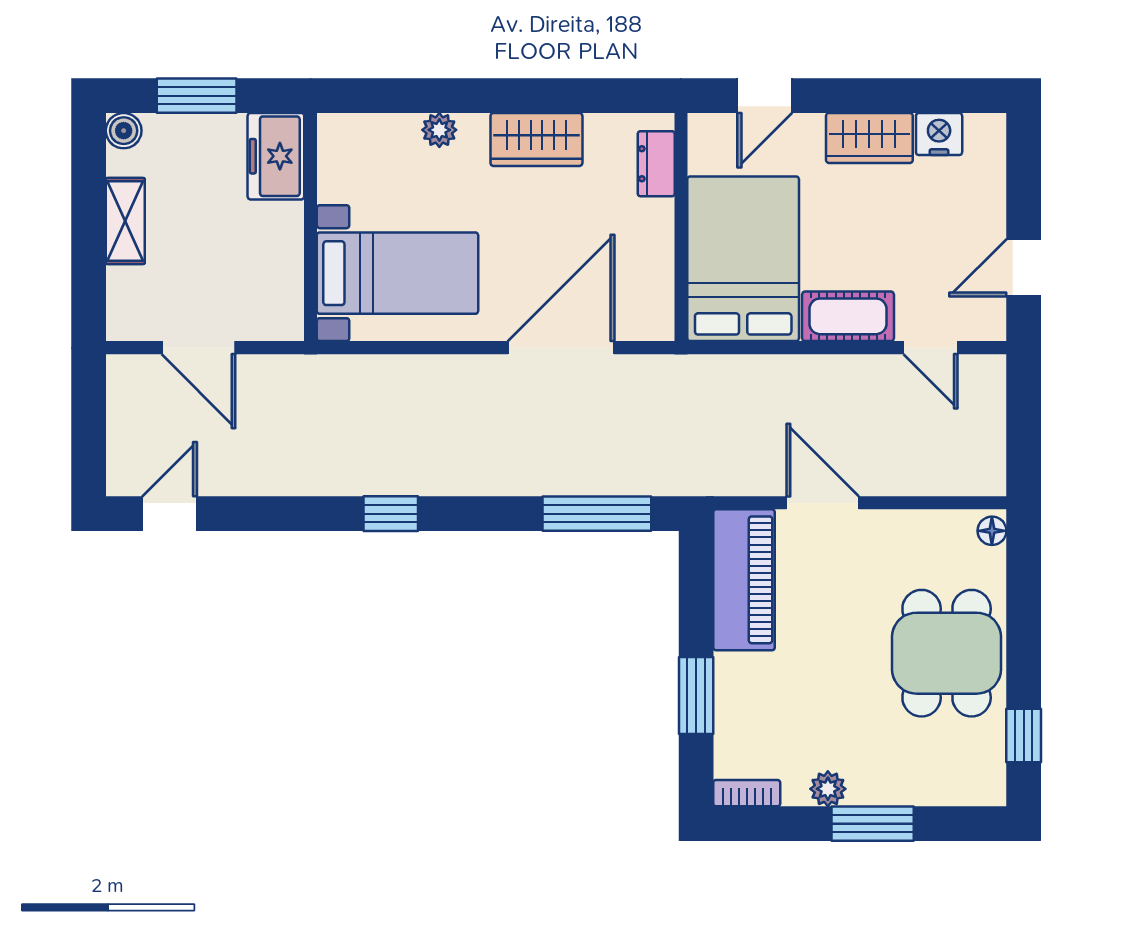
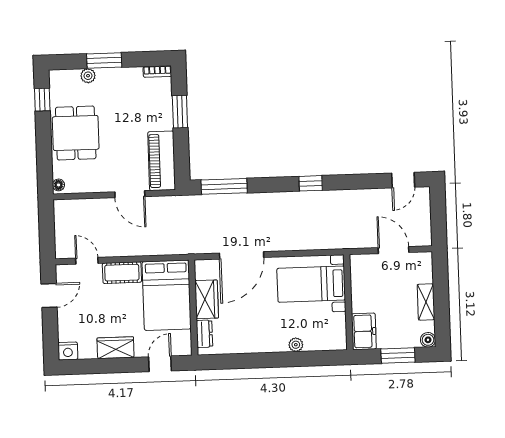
nightstand: (939, 134) -> (68, 351), moved
wardrobe: (536, 139) -> (207, 299), moved, turned 90
plant: (828, 789) -> (88, 76), moved

